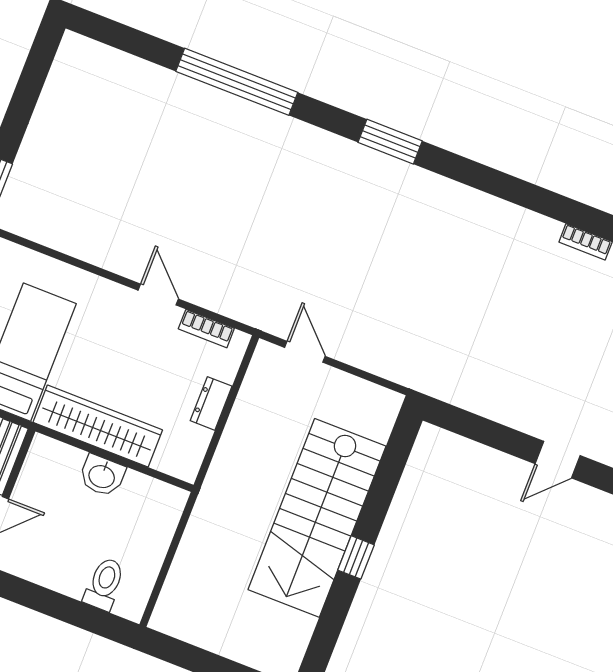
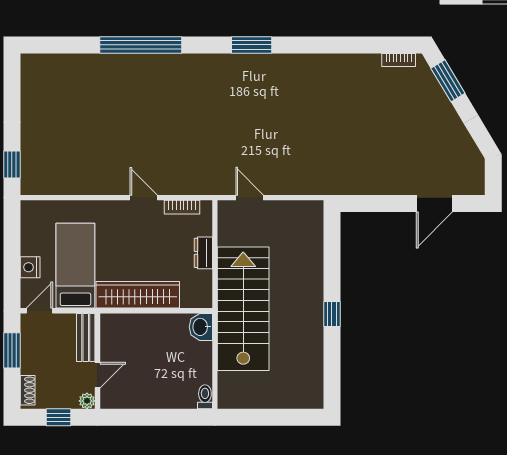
door: (558, 460) -> (434, 203), width x1.38
washbasin: (102, 476) -> (201, 327), moved, turned 90
stairs: (317, 518) -> (243, 309), moved, turned 180
toilet: (104, 584) -> (205, 397), moved, width x0.73, depth x0.72

